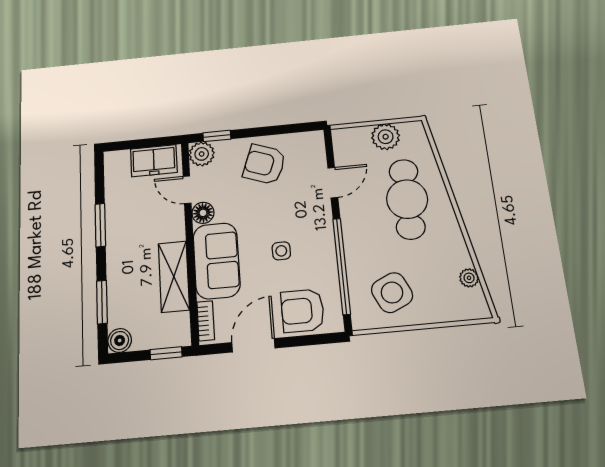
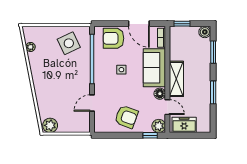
plant: (386, 137) -> (50, 125), moved
cafe table: (407, 199) -> (55, 90), removed
shelving: (174, 277) -> (176, 79), moved
armchair: (303, 311) -> (113, 38), turned 180
door: (253, 345) -> (139, 24), hinge flipped

